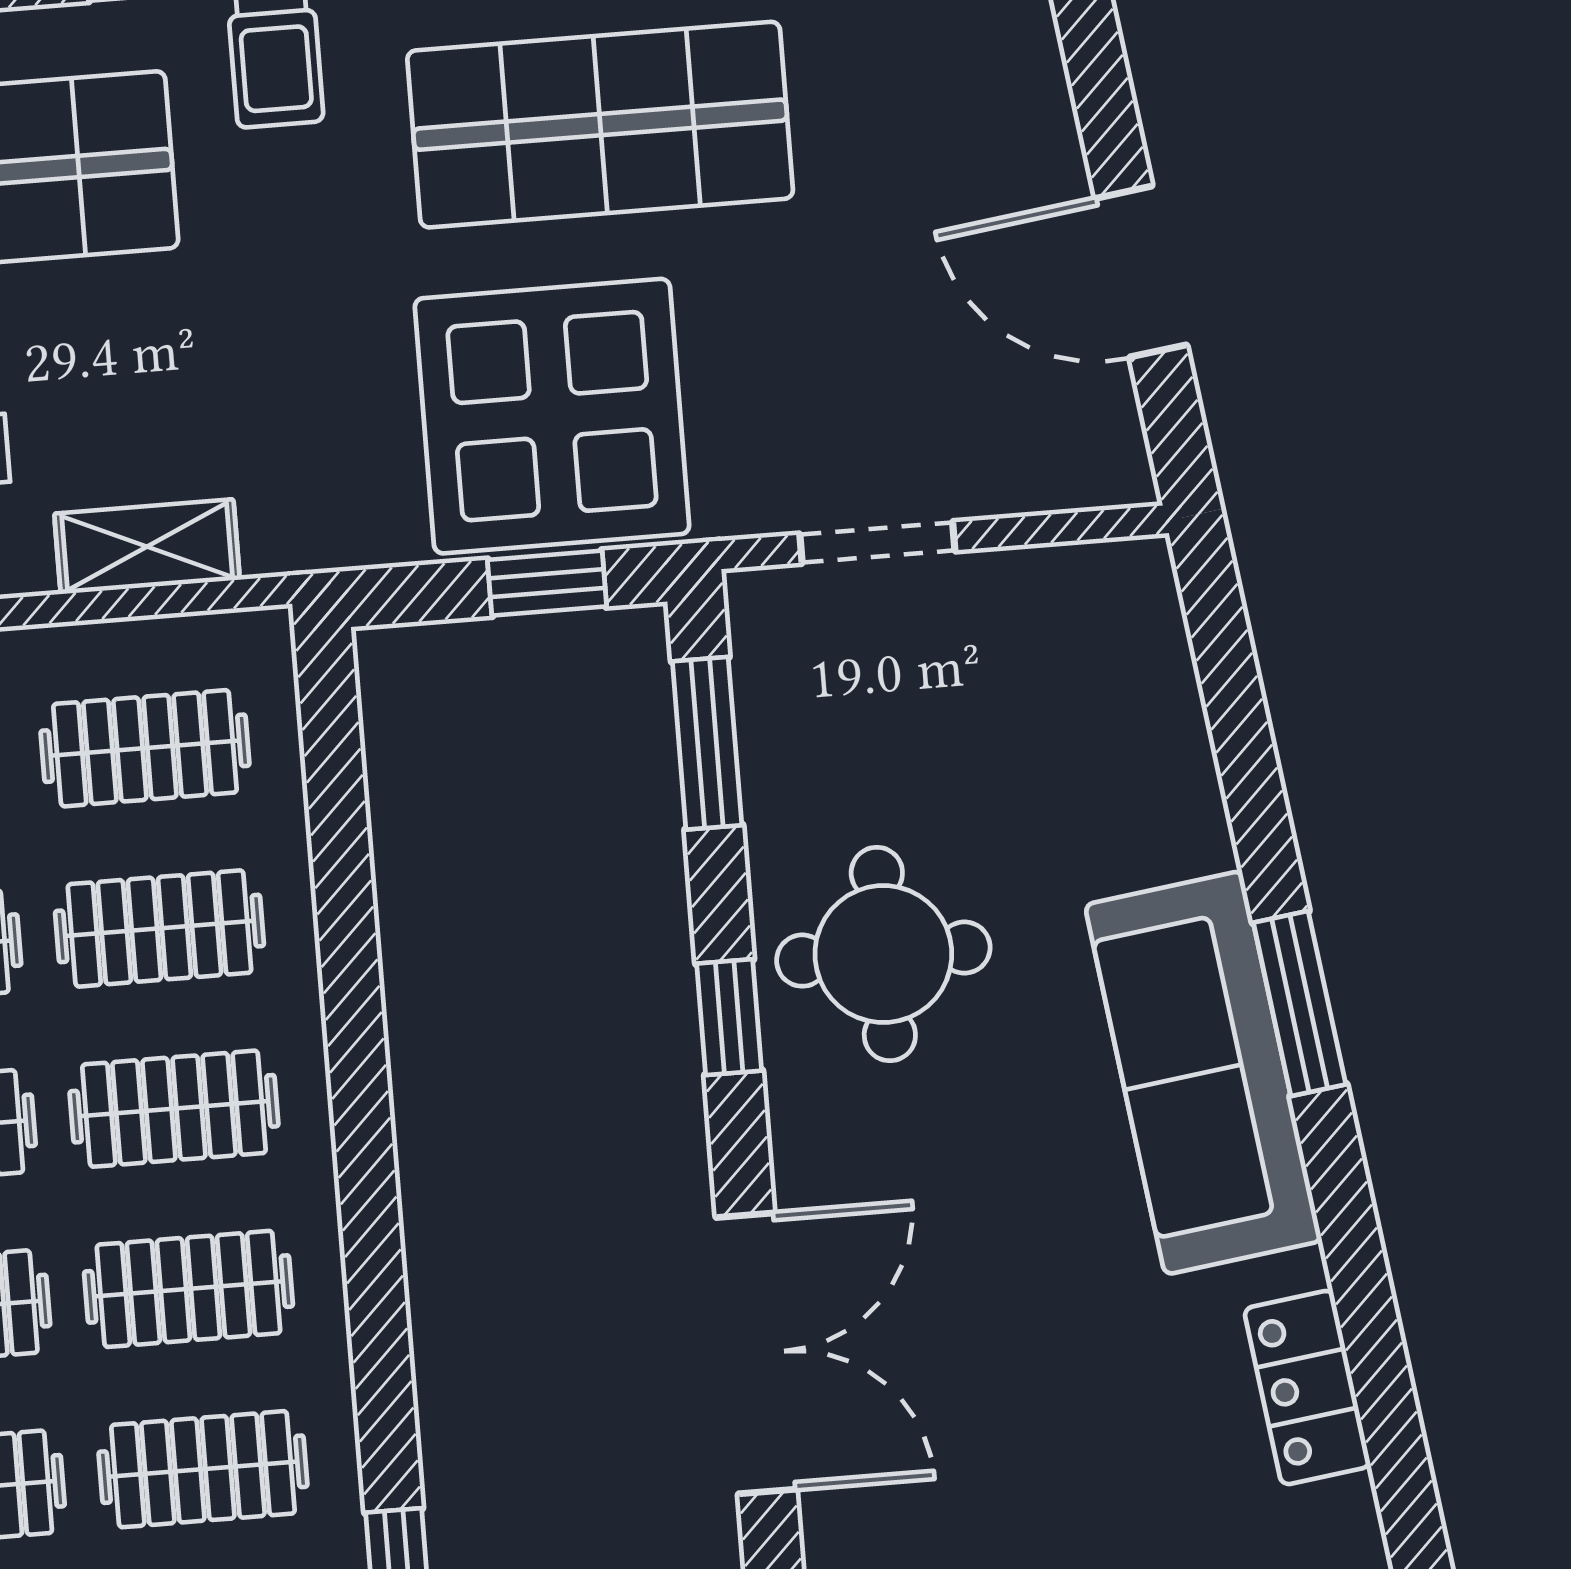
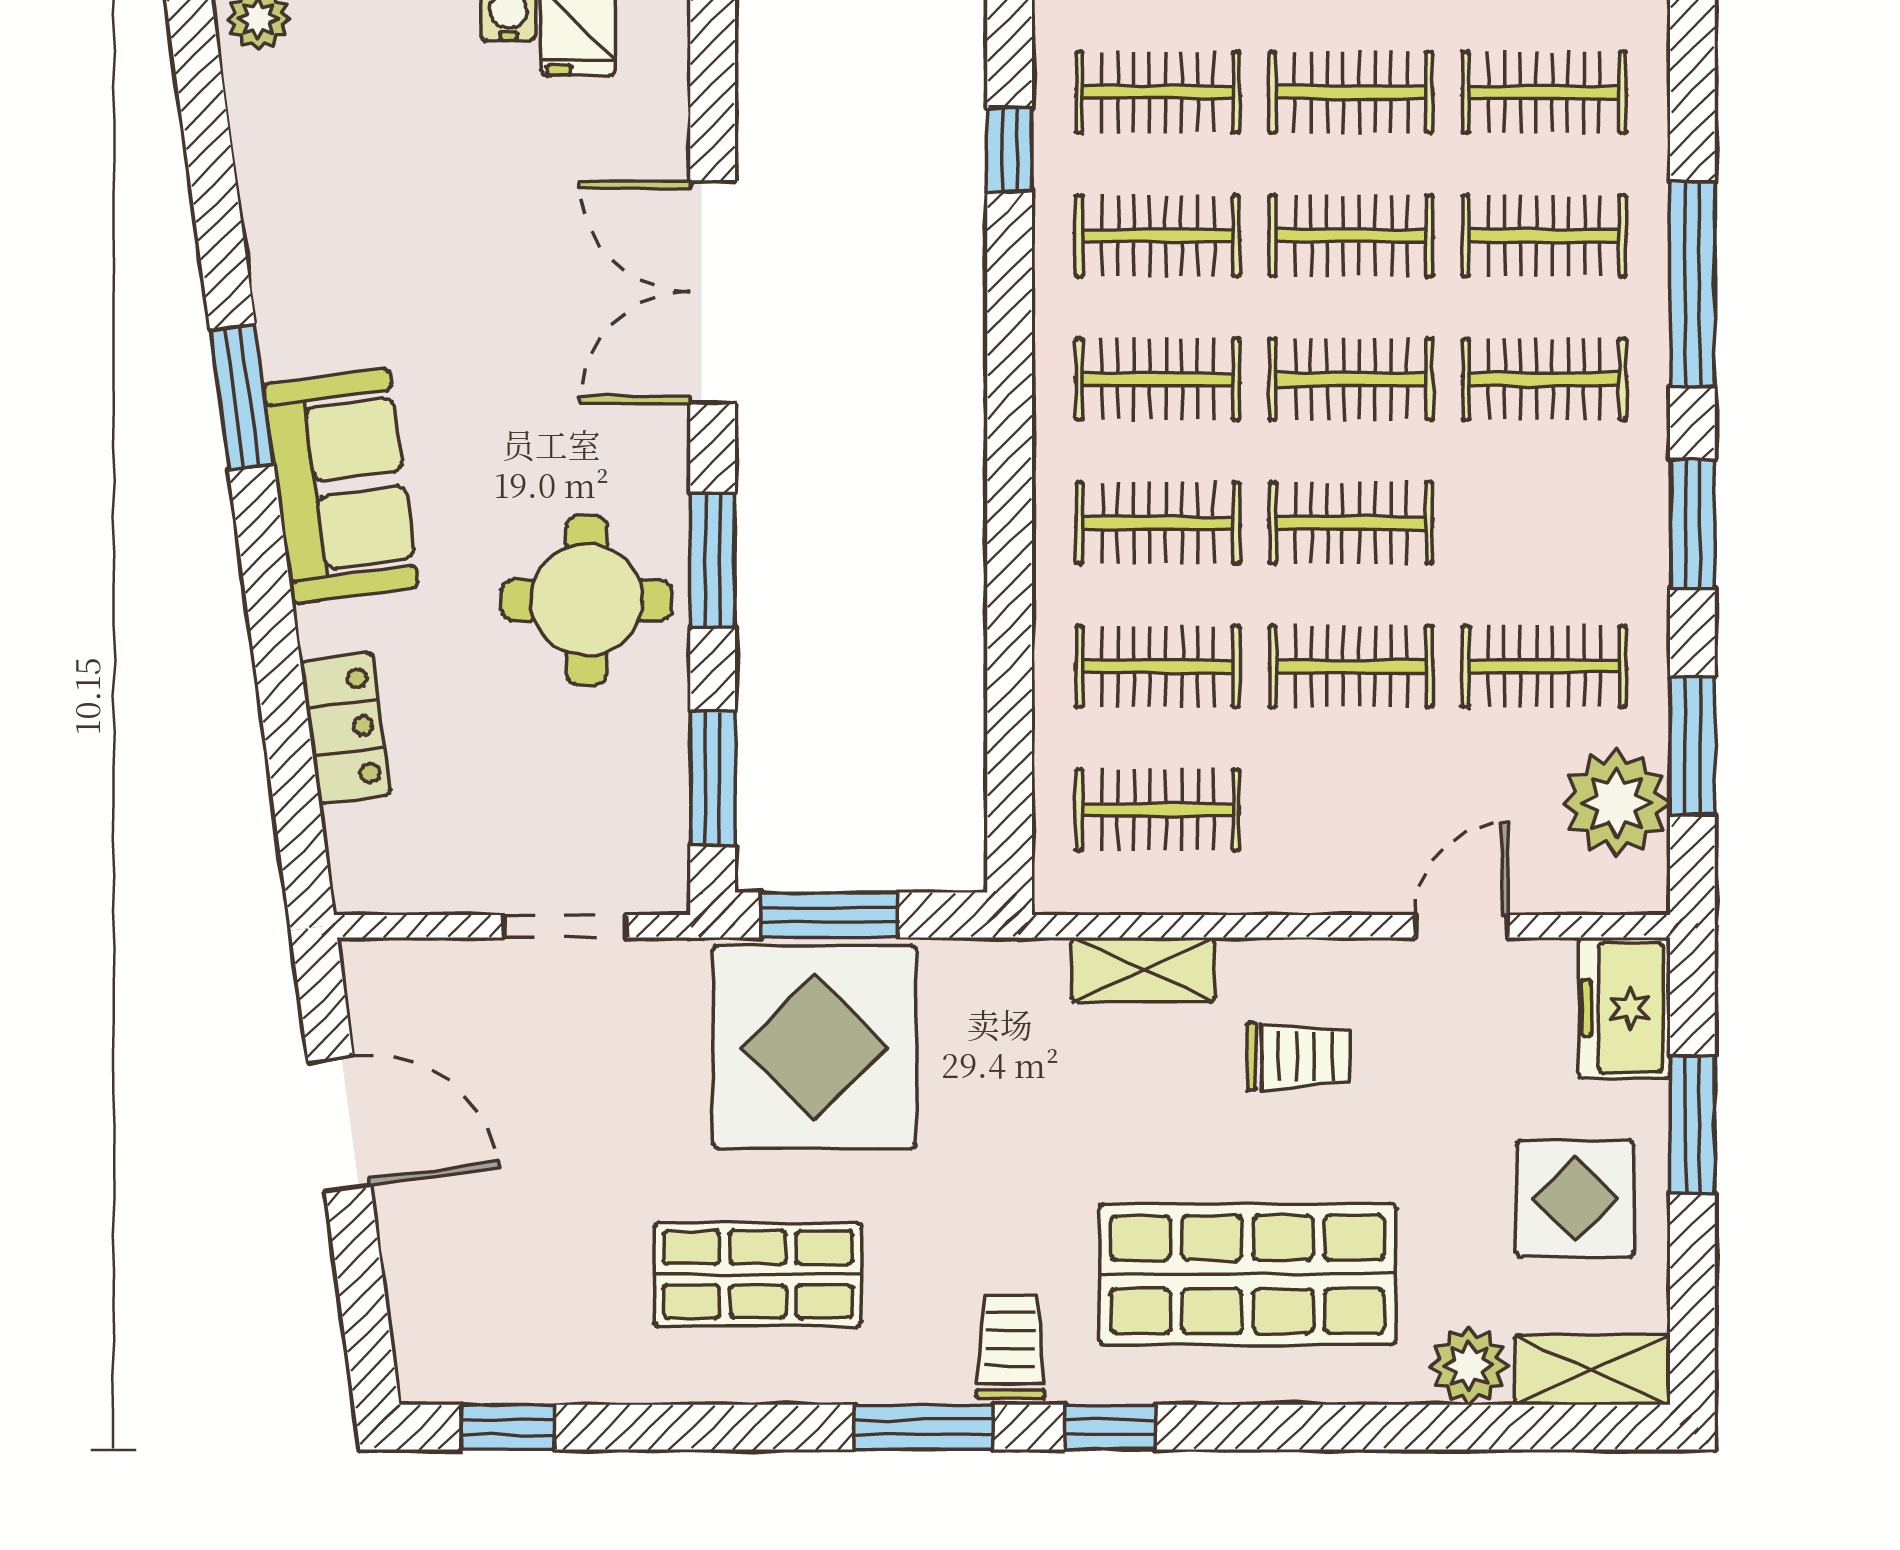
shop shelf: (600, 125) -> (758, 1274), width x0.70, depth x0.74
window: (547, 583) -> (829, 915), width x1.50
window: (1300, 1004) -> (242, 397), moved
window: (729, 1017) -> (713, 560), width x1.50
sofa: (1203, 1073) -> (341, 486), width x0.73
locker: (1307, 1388) -> (345, 728), moved

